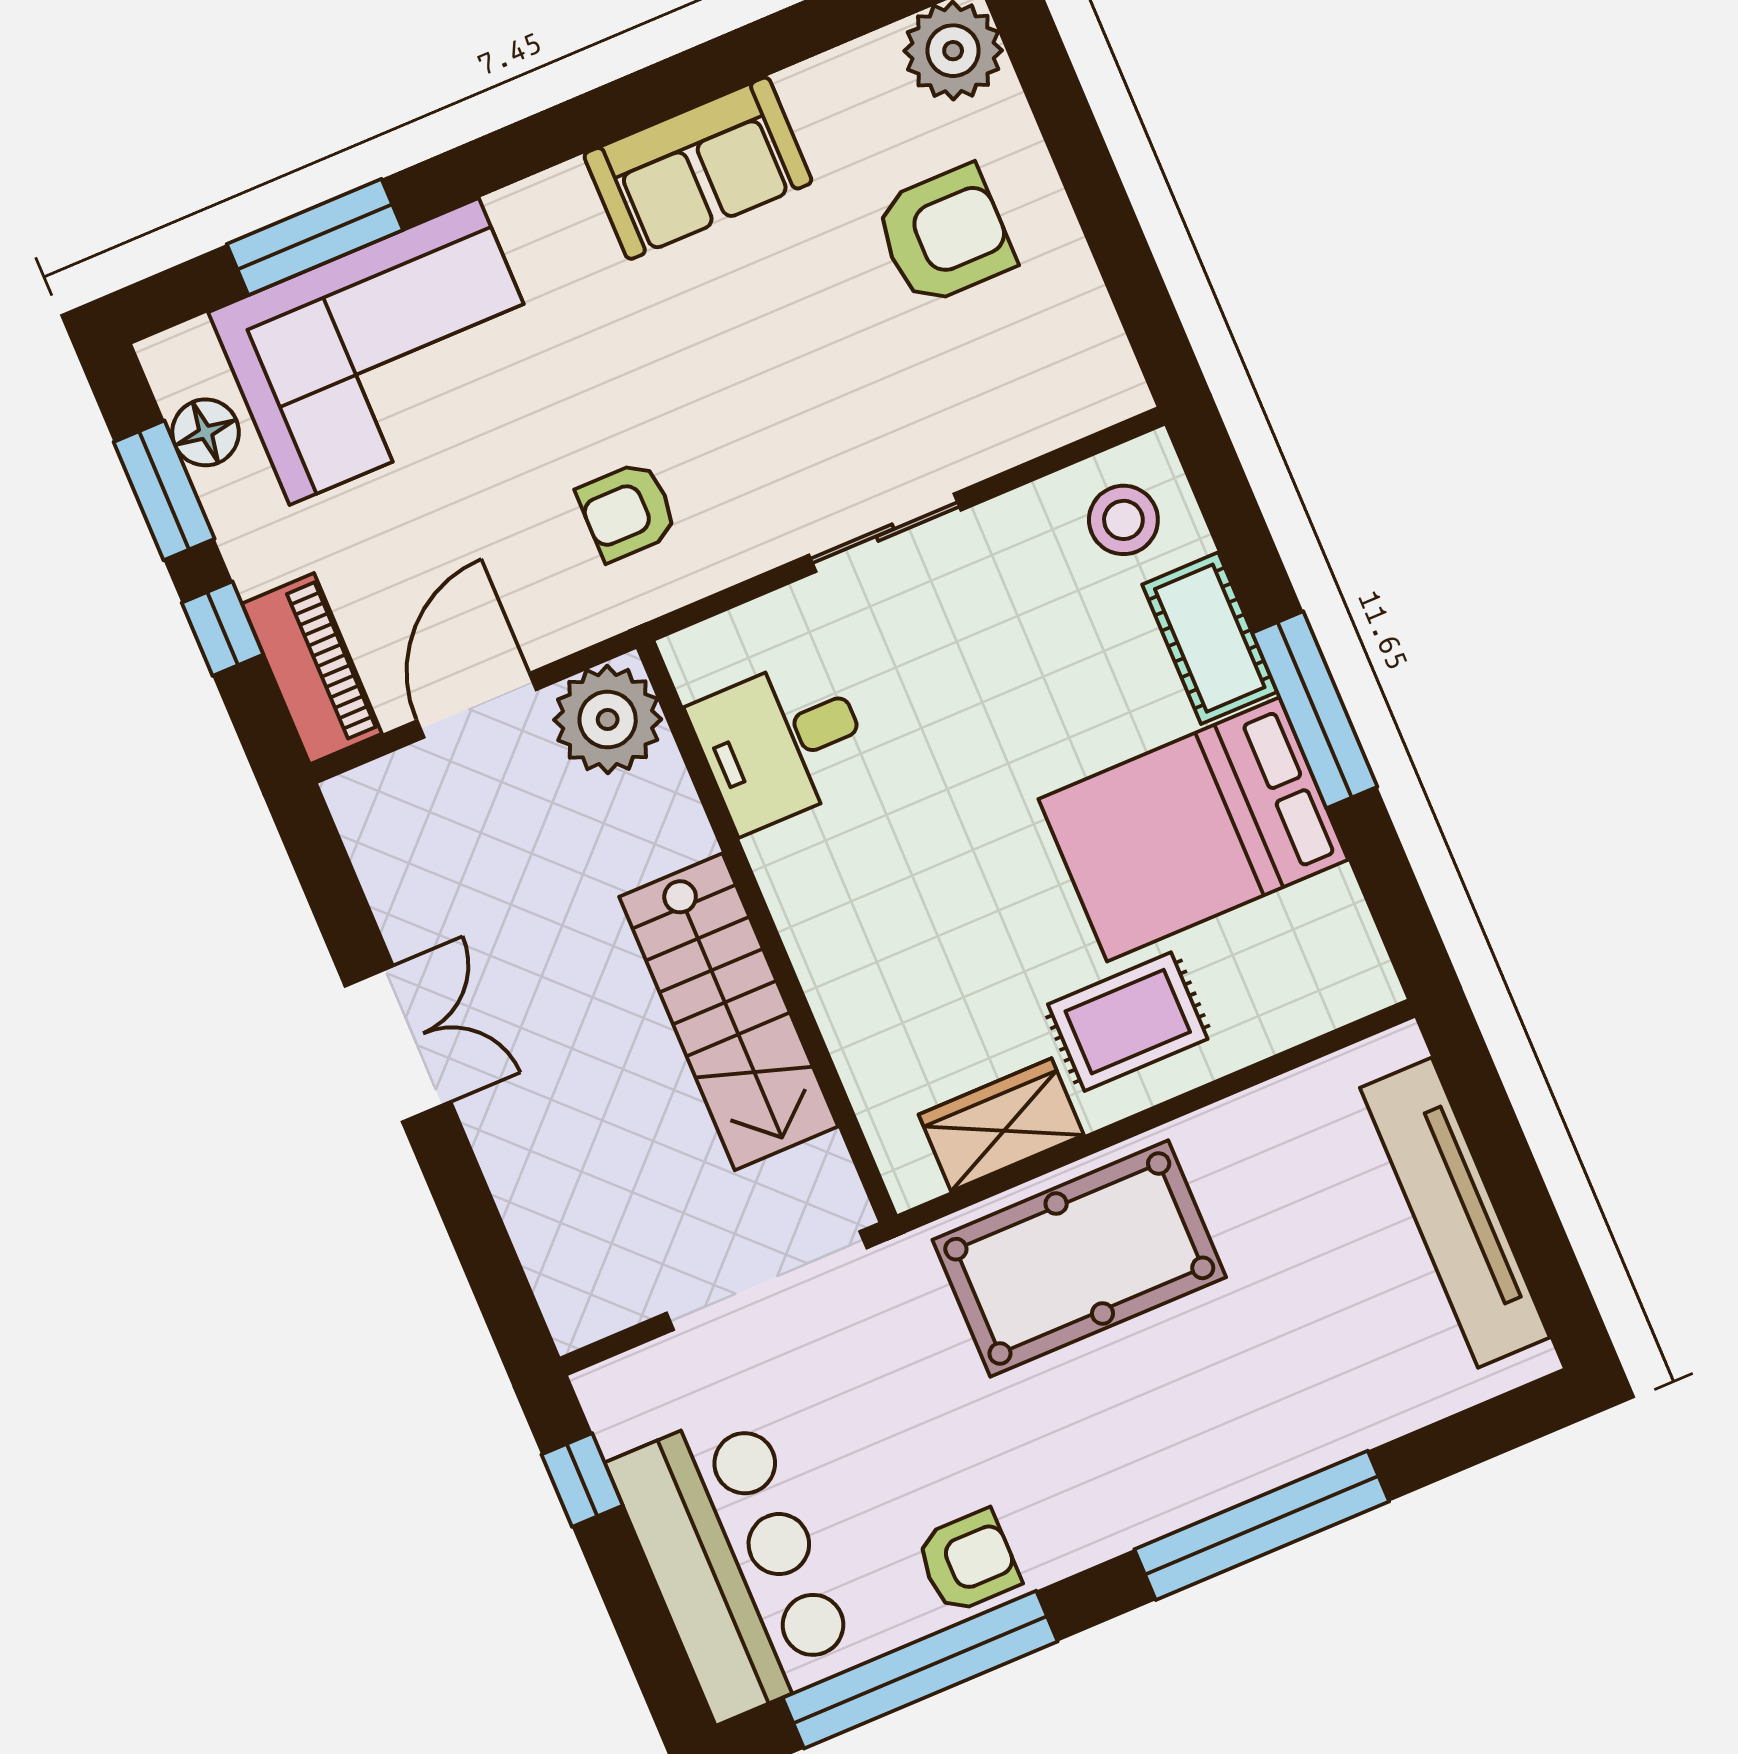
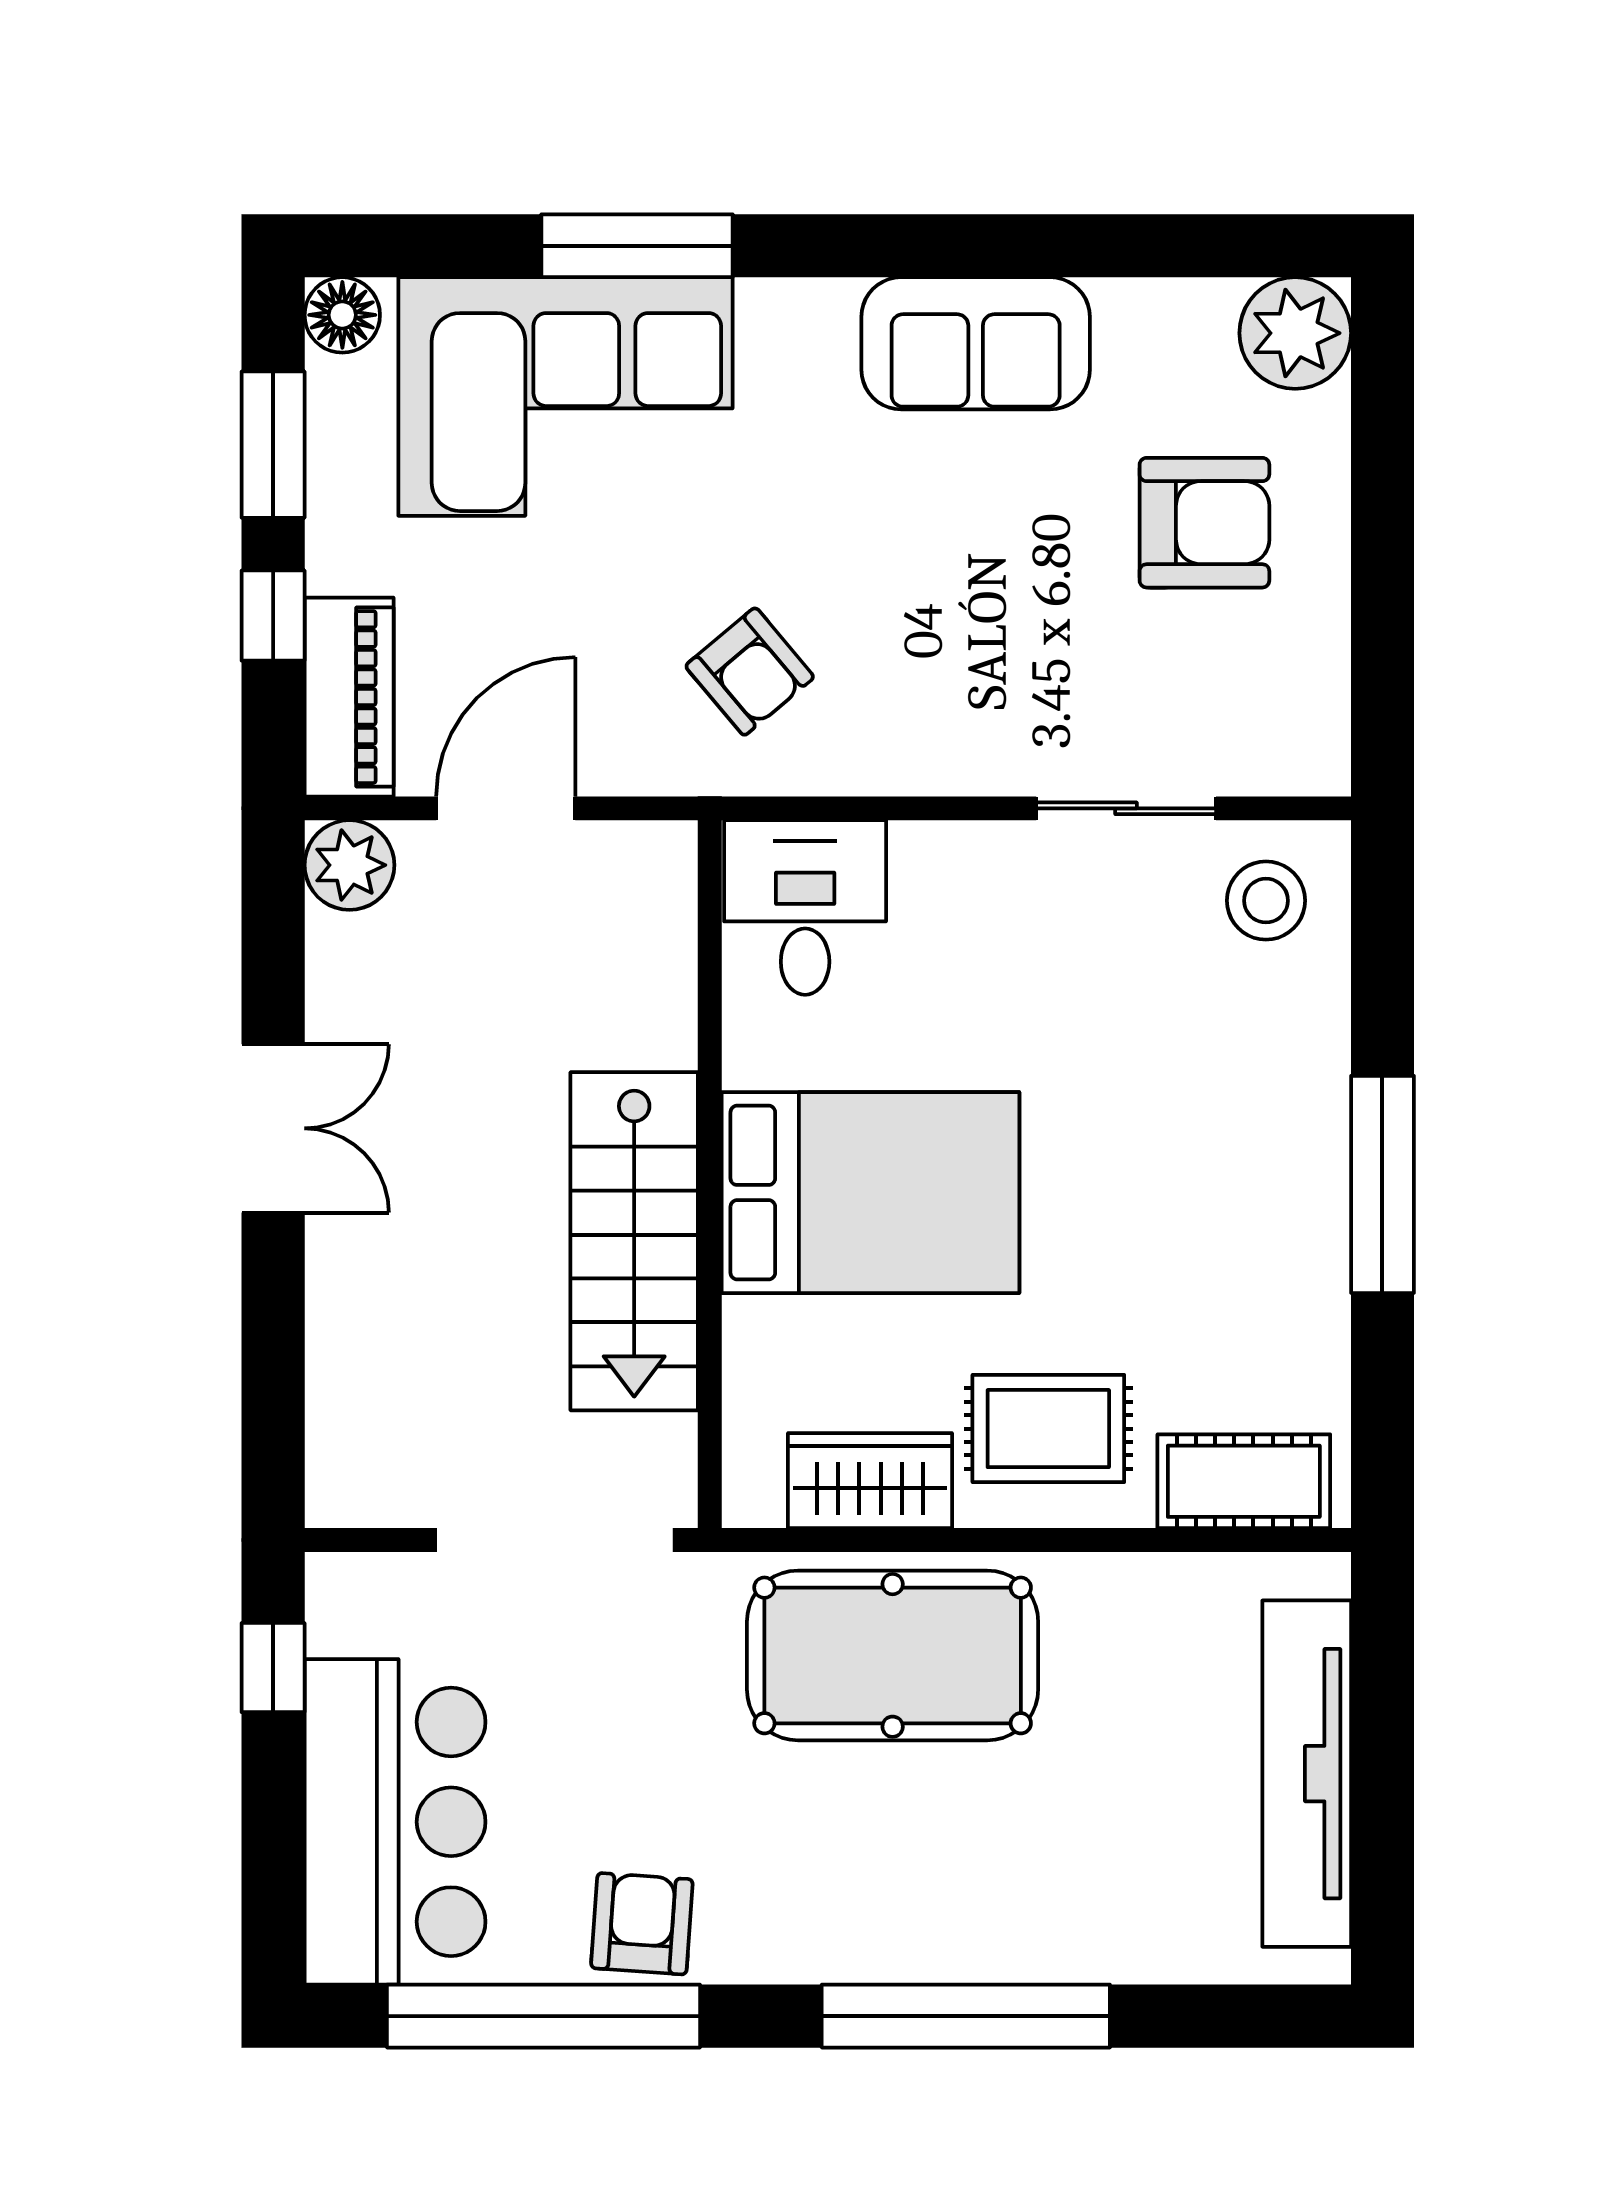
window: (315, 237) -> (637, 246), moved
floor lamp: (206, 432) -> (342, 315), moved
armchair: (627, 511) -> (750, 672), turned -130
sliding door: (885, 533) -> (1126, 808), moved
cot: (1210, 638) -> (1244, 1481), moved, turned 90
plant: (608, 720) -> (349, 865), moved, width x0.73, depth x0.73
desk: (782, 743) -> (805, 907), moved, turned 90
bed: (1193, 829) -> (870, 1193), moved, turned 180
armchair: (968, 1561) -> (642, 1924), turned -86

